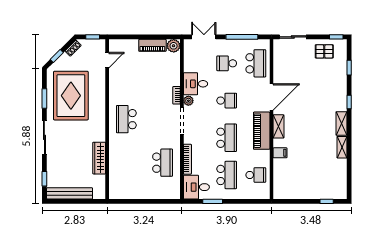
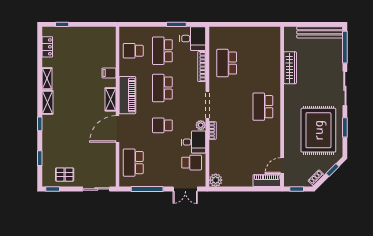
piano: (152, 45) -> (267, 181), moved
school desk: (227, 63) -> (192, 163), moved
school desk: (126, 119) -> (263, 107), turned 180
window: (44, 179) -> (345, 47), width x2.17
locker: (342, 179) -> (47, 47), added

